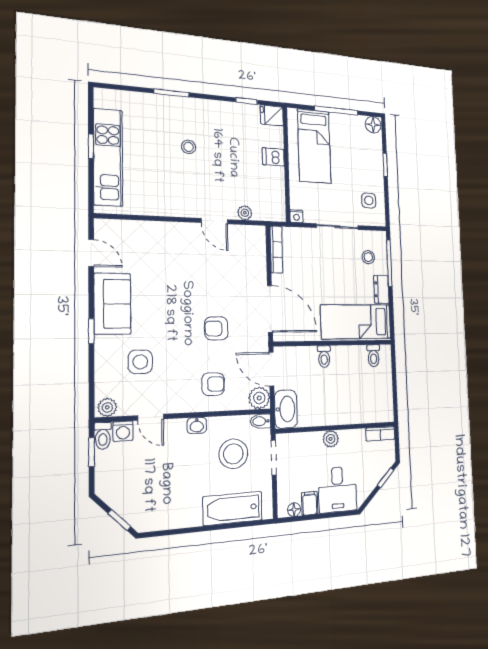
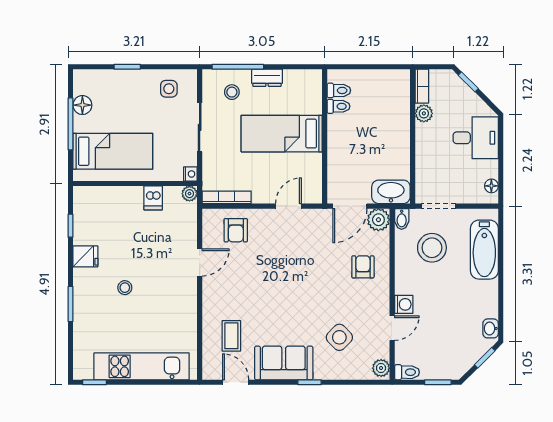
fridge: (272, 115) -> (85, 256), moved, turned -90
floor lamp: (373, 125) -> (82, 105), moved
window: (91, 146) -> (94, 382), moved
dishwasher: (273, 157) -> (153, 198), moved
plant: (245, 213) -> (189, 194), moved
coffee table: (141, 250) -> (231, 336), added
door: (91, 253) -> (236, 382), hinge flipped
door: (270, 309) -> (288, 206), width x0.53
bed: (356, 322) -> (282, 134), moved, turned 90
armchair: (216, 328) -> (236, 230), moved
toilet: (324, 356) -> (338, 106), moved
side table: (140, 362) -> (339, 337), turned 45
washbasin: (197, 425) -> (491, 328), moved, turned 180
washing machine: (123, 431) -> (404, 304), moved
plant: (331, 439) -> (424, 113), moved
window: (92, 452) -> (438, 382), moved
filing cabinet: (310, 503) -> (487, 169), removed

